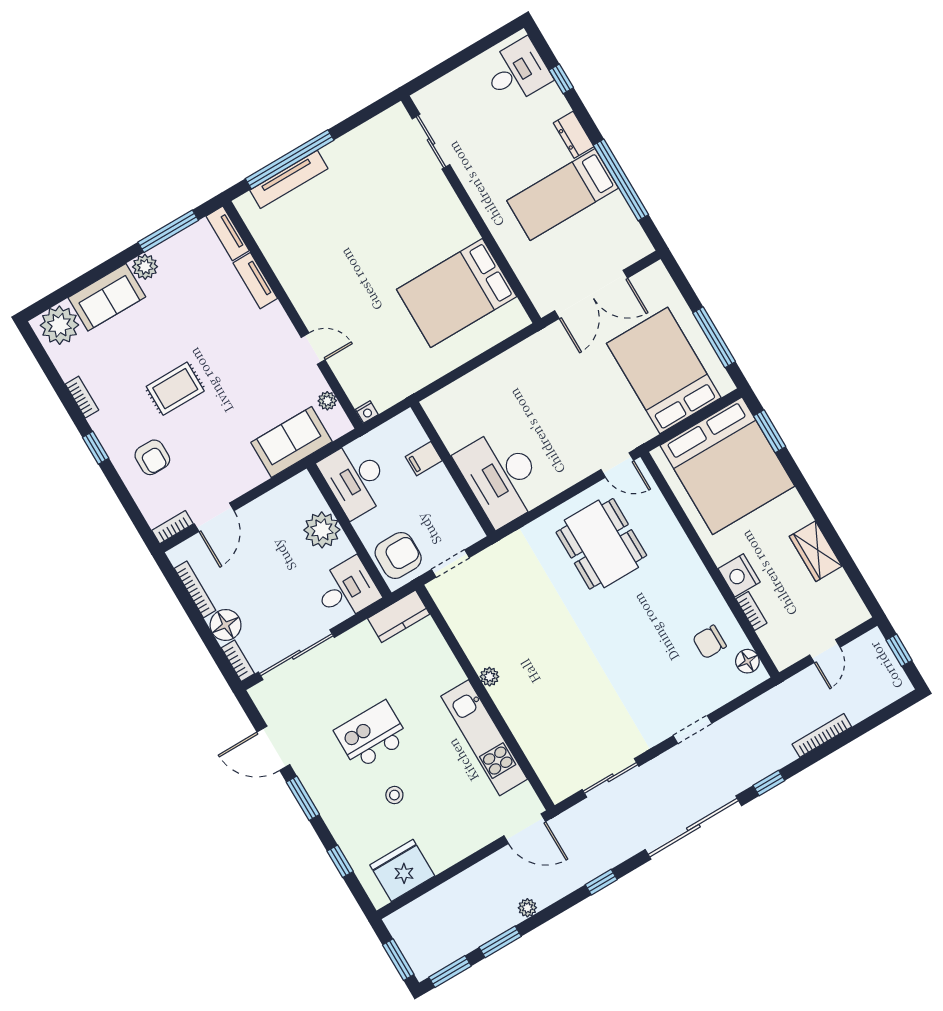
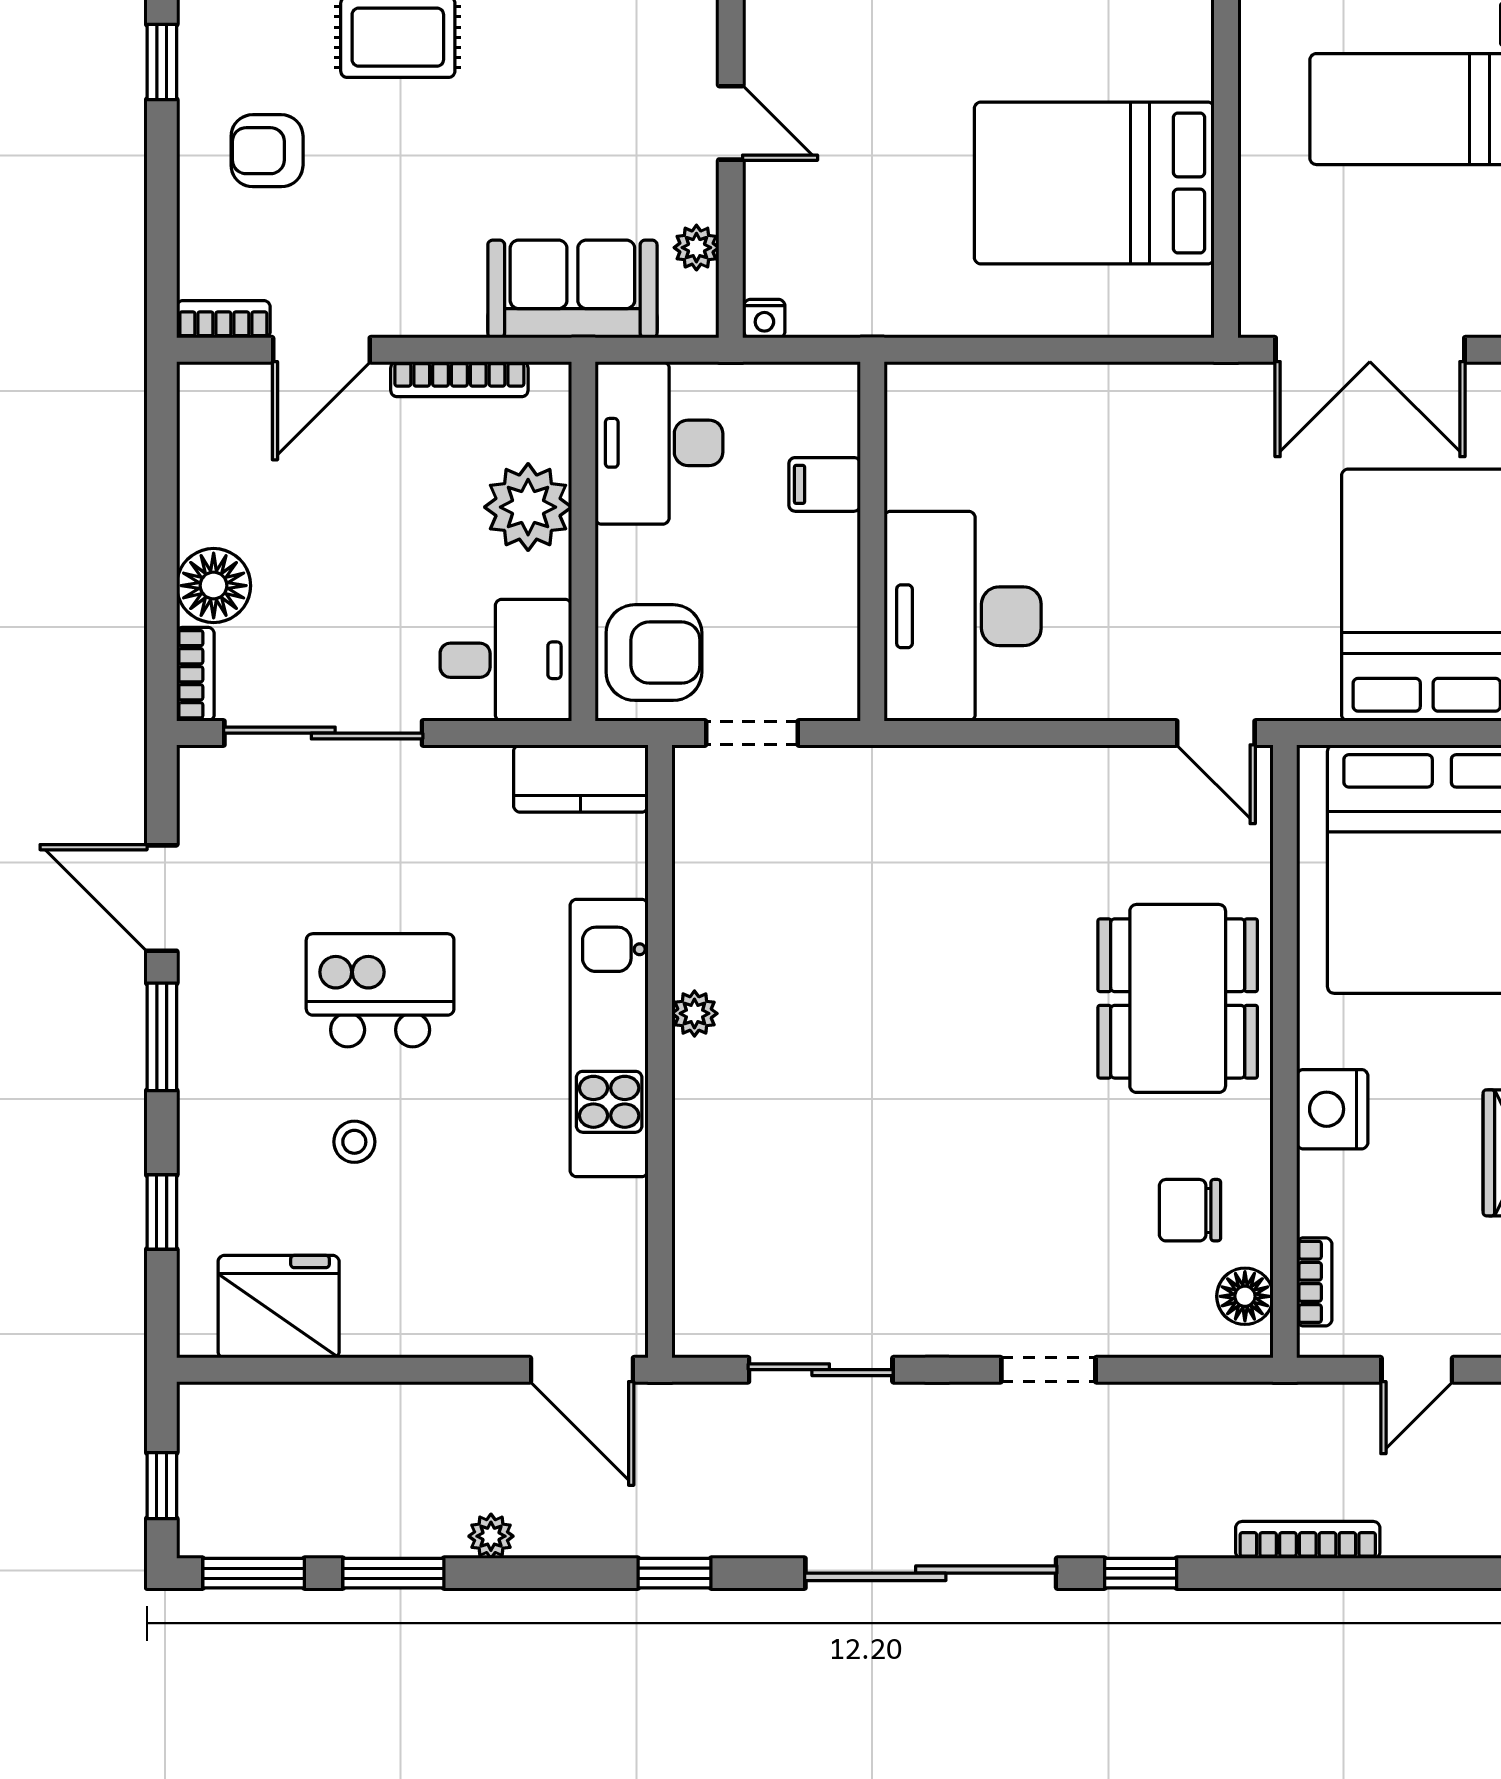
armchair: (152, 457) -> (267, 151), turned 90
dining table: (601, 544) -> (1178, 998), moved
bookcase: (195, 589) -> (459, 379), moved, turned 90
bookcase: (751, 611) -> (1314, 1282), moved
kitchen unit: (484, 738) -> (609, 1038), moved
window: (398, 960) -> (162, 1486), width x0.67

